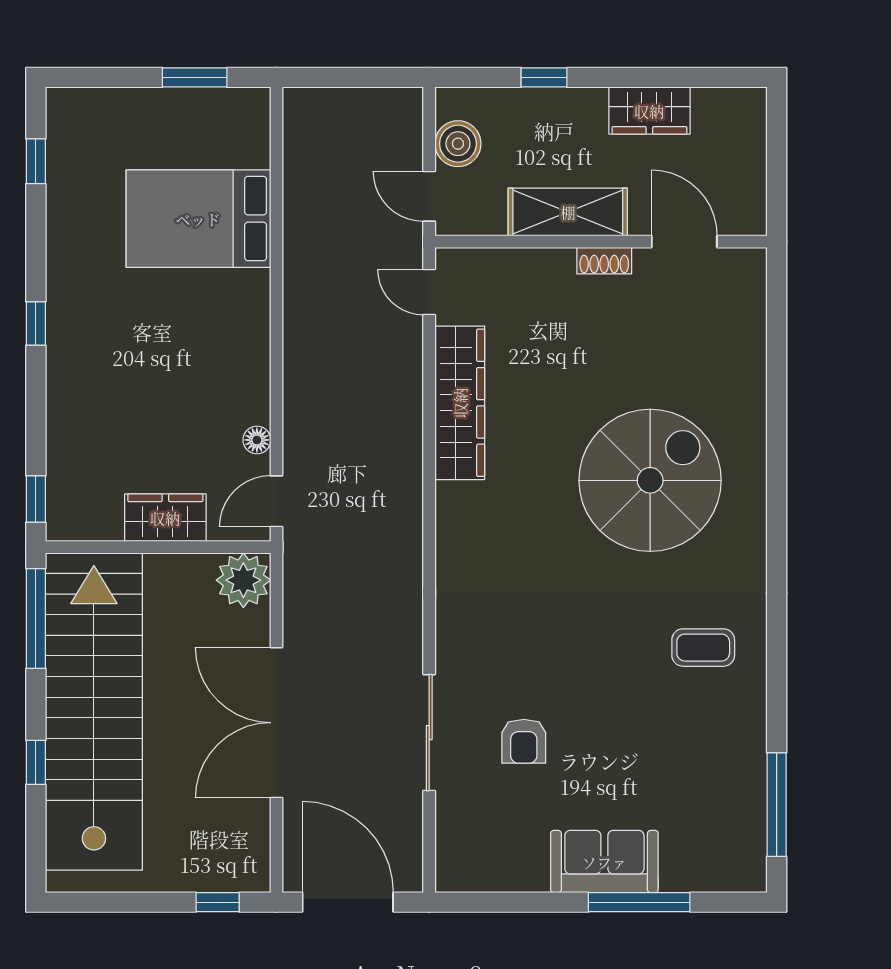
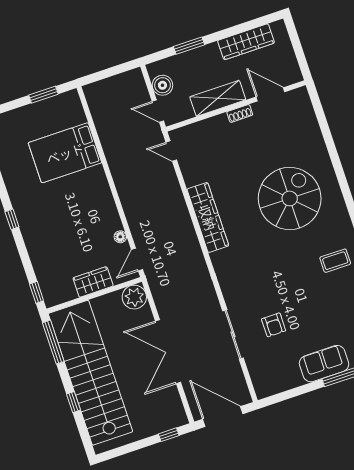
window: (544, 77) -> (189, 46), width x1.50
wardrobe: (649, 111) -> (246, 42), width x1.50
wardrobe: (460, 403) -> (208, 217), moved

